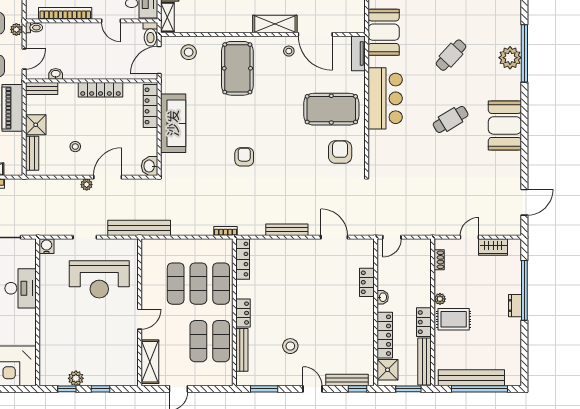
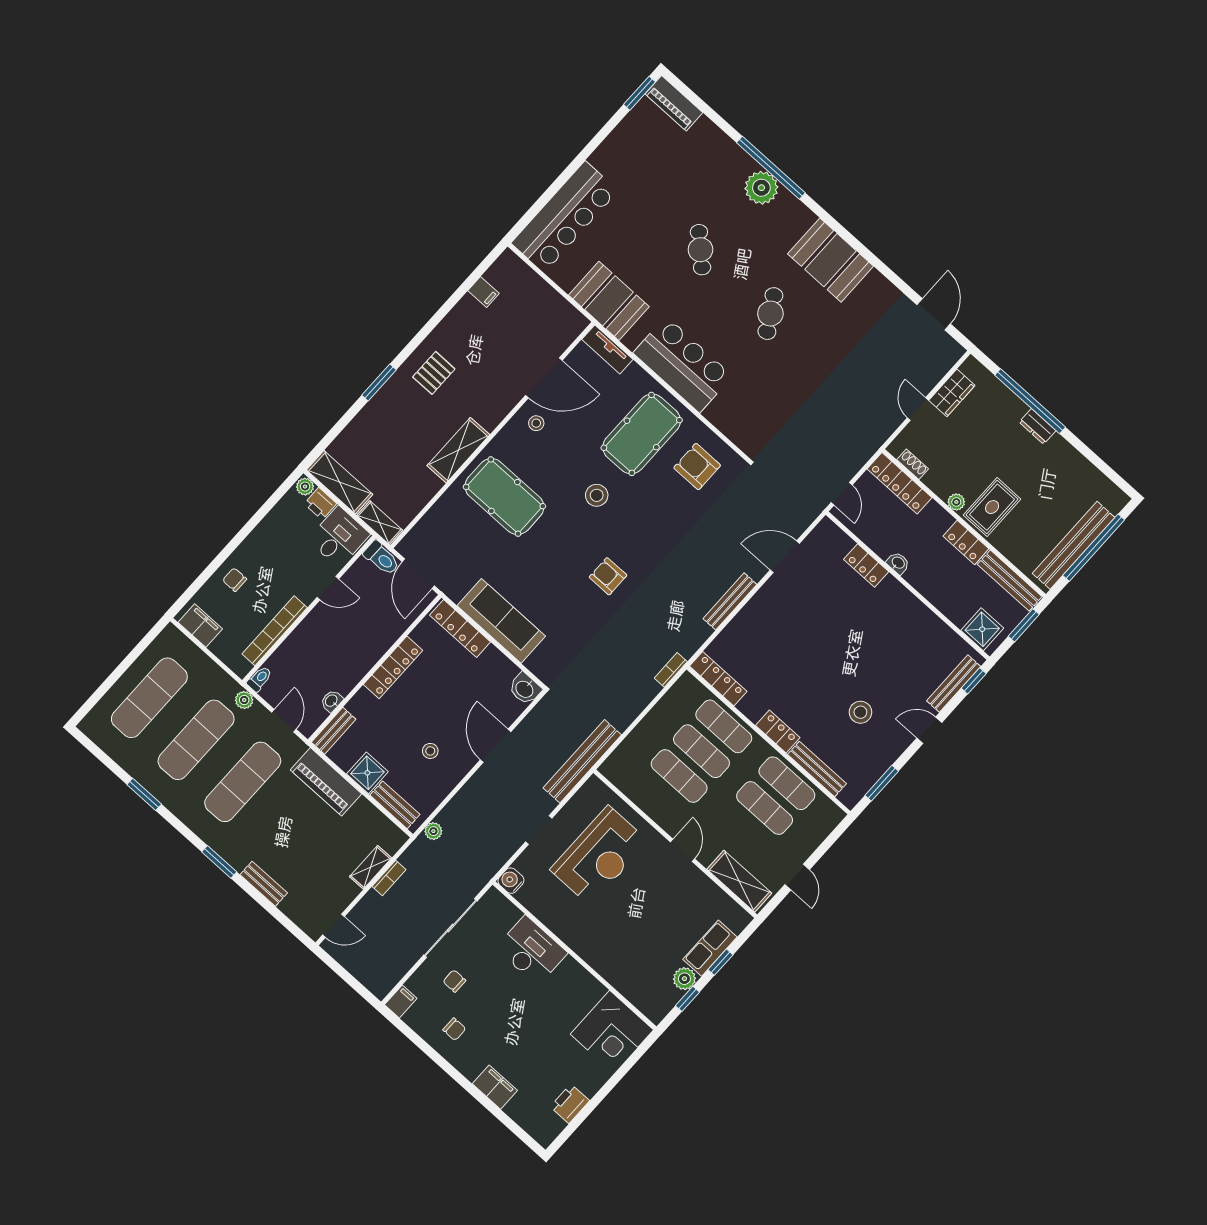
shelving: (275, 24) -> (458, 450), moved
stool: (189, 52) -> (597, 495), moved
plant: (87, 185) -> (433, 831), moved
locker: (385, 335) -> (899, 483), moved, turned 180
row of seats: (103, 377) -> (710, 948), added

